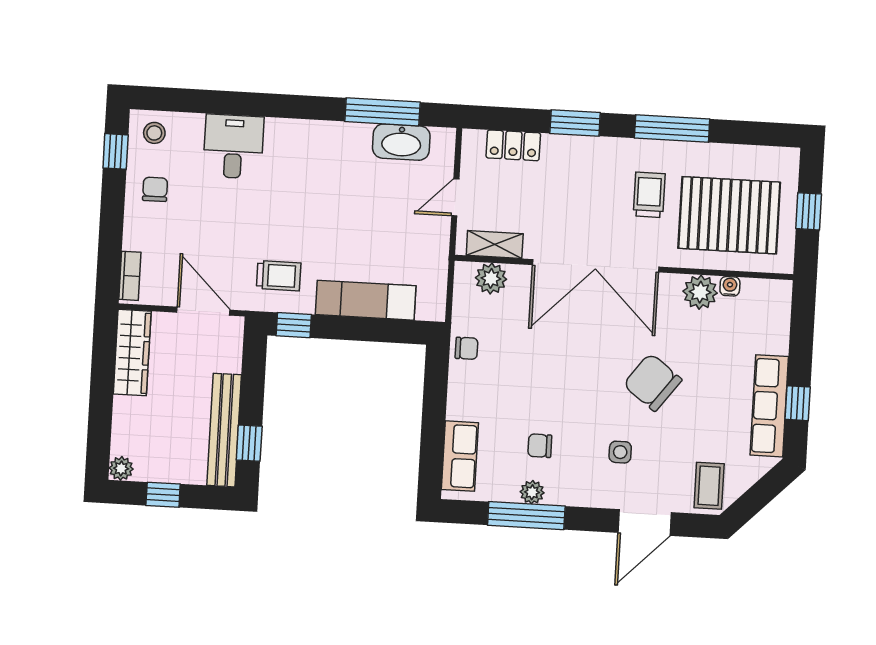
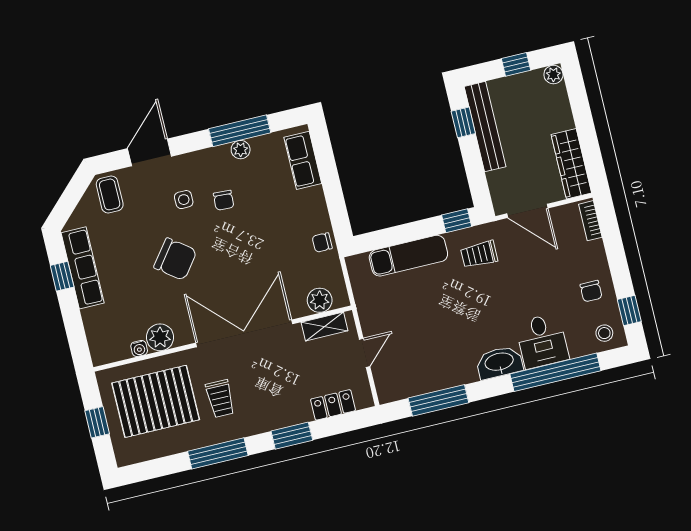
window: (229, 103) -> (555, 372), added
washbasin: (401, 142) -> (499, 362), moved
chair: (540, 446) -> (224, 200), moved, turned 93

